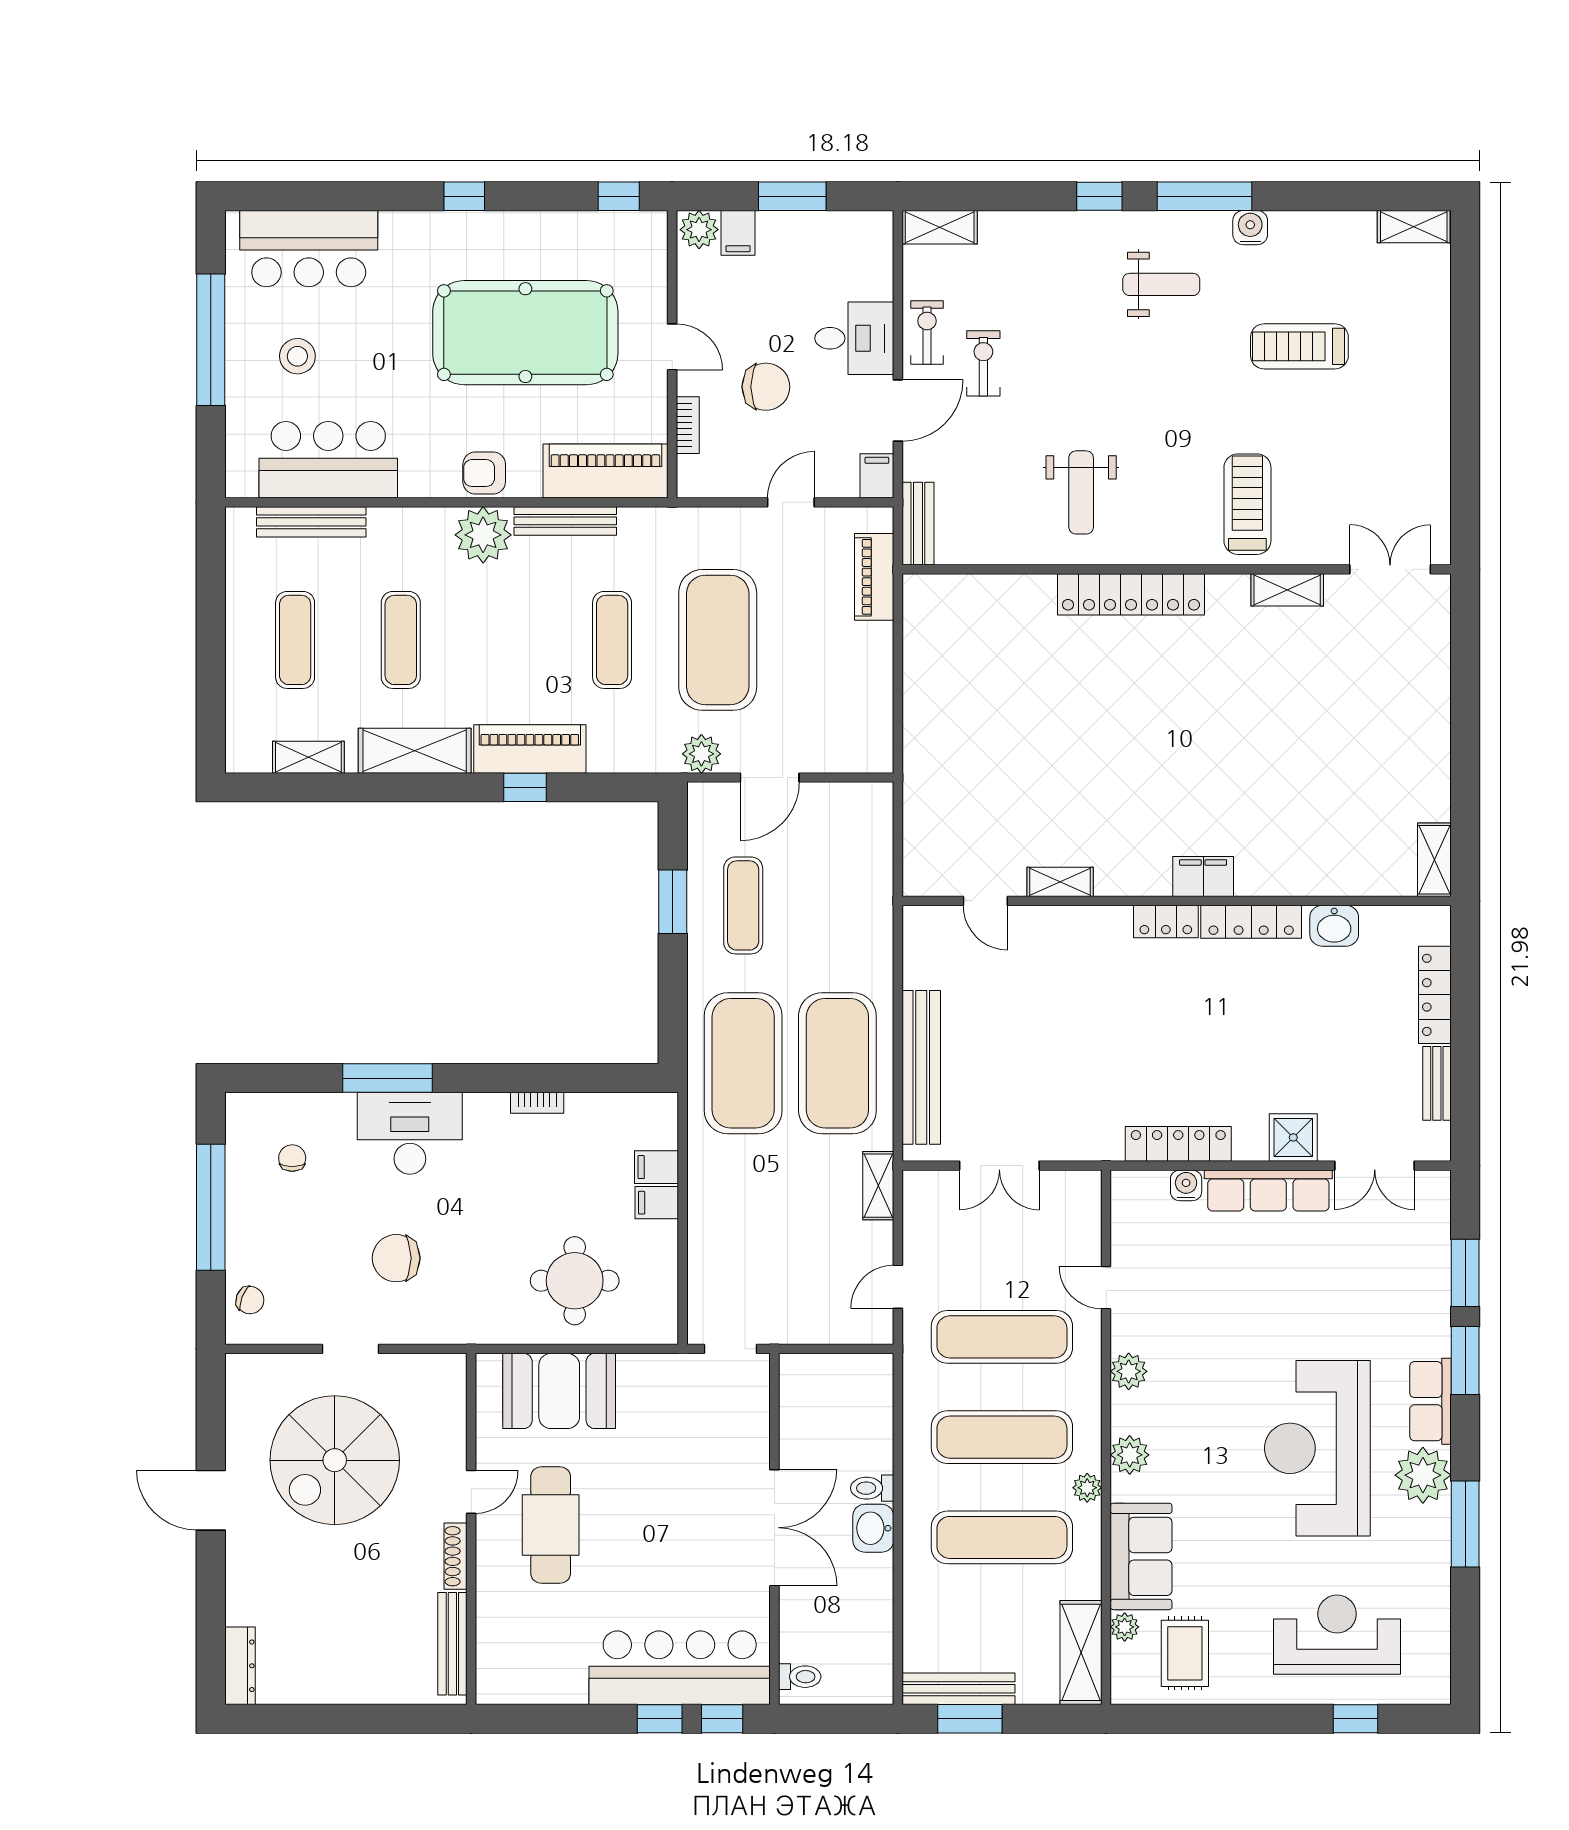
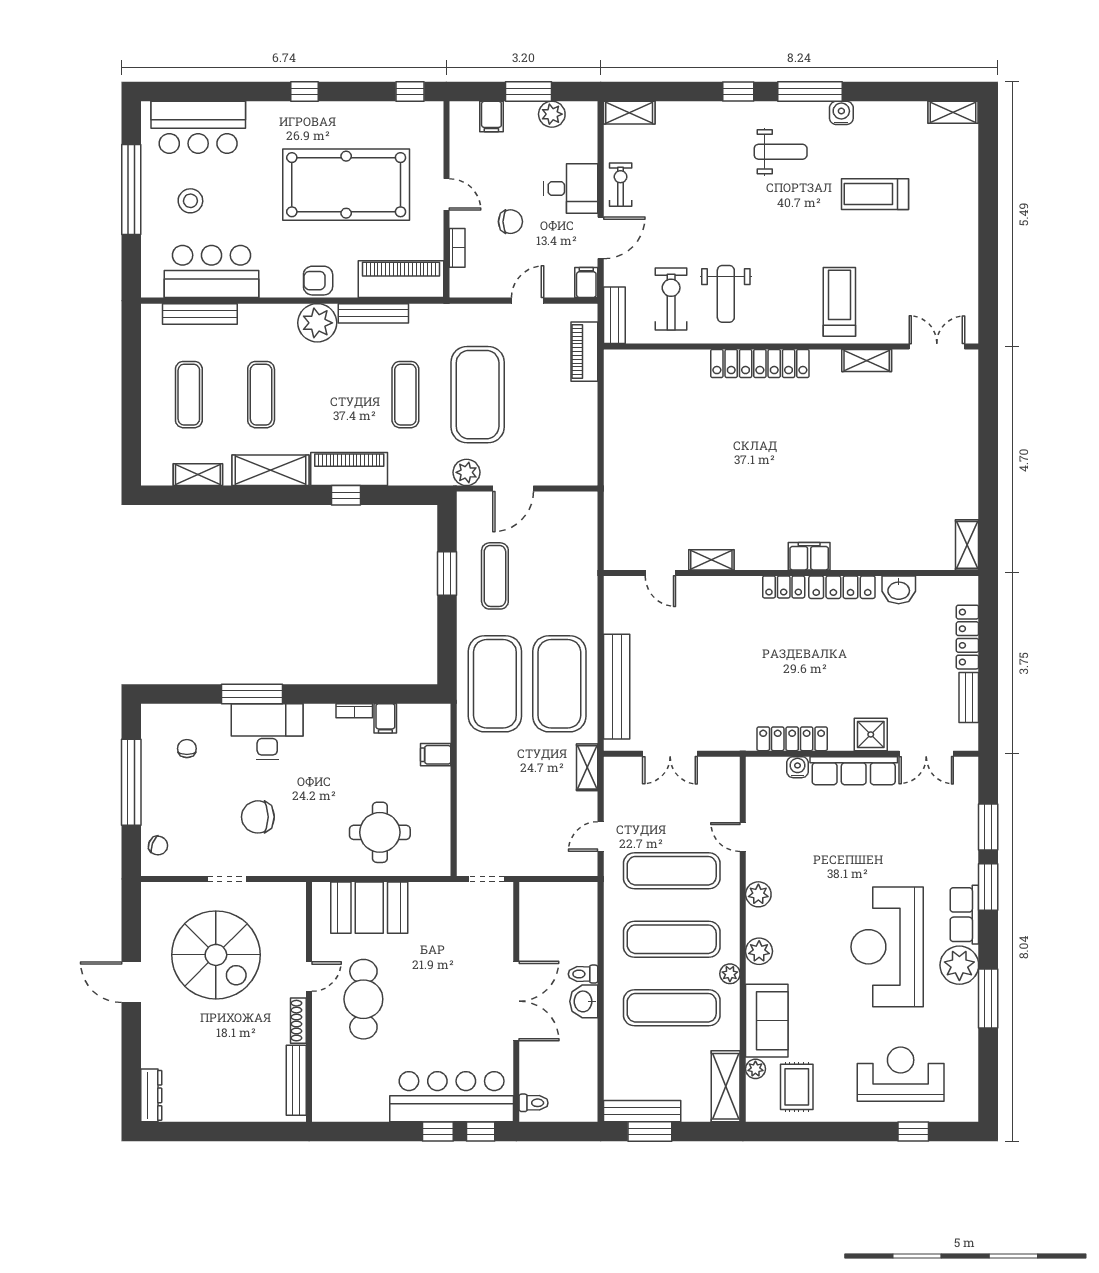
plant: (699, 230) -> (552, 114), moved
exercise bike: (983, 363) -> (671, 299), moved, width x1.38, depth x1.39
chair: (766, 387) -> (510, 222), width x0.73, depth x0.73
filing cabinet: (657, 1203) -> (385, 718), moved, turned -90
spiral stairs: (335, 1460) -> (216, 955), turned -90

